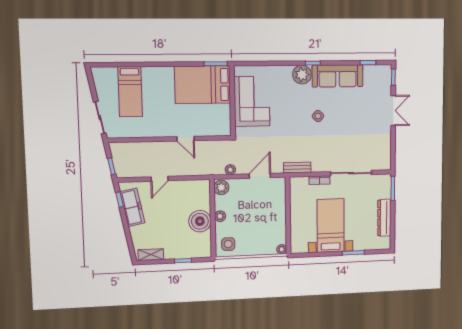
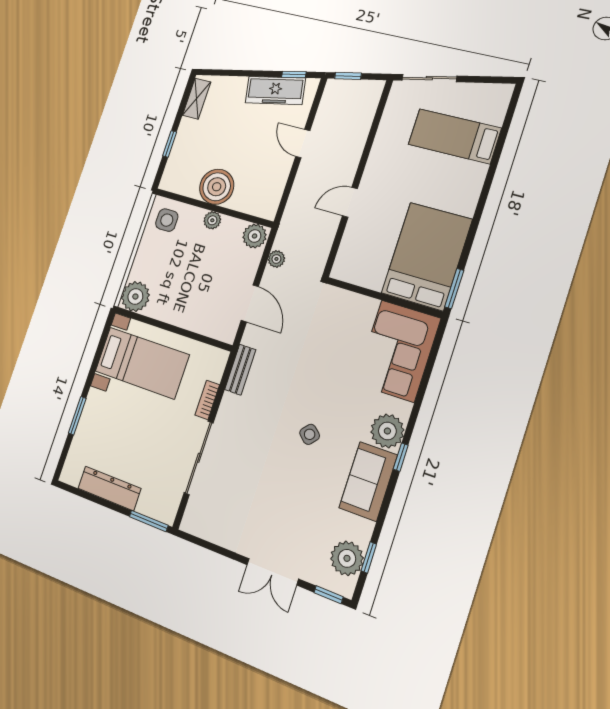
plant: (373, 74) -> (347, 558), added
sofa: (338, 76) -> (368, 481), width x0.73
corner sofa: (252, 101) -> (398, 351), moved, turned 90
bed with nightstands: (331, 226) -> (142, 363), moved
plant: (282, 249) -> (135, 297), width x1.88, depth x1.88

